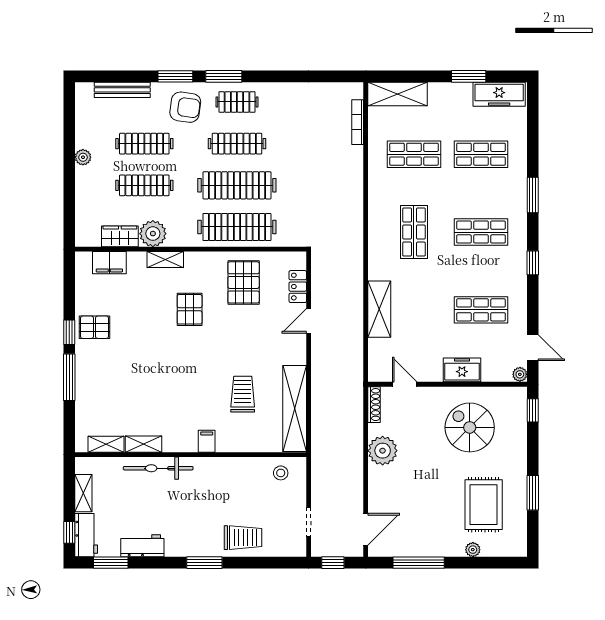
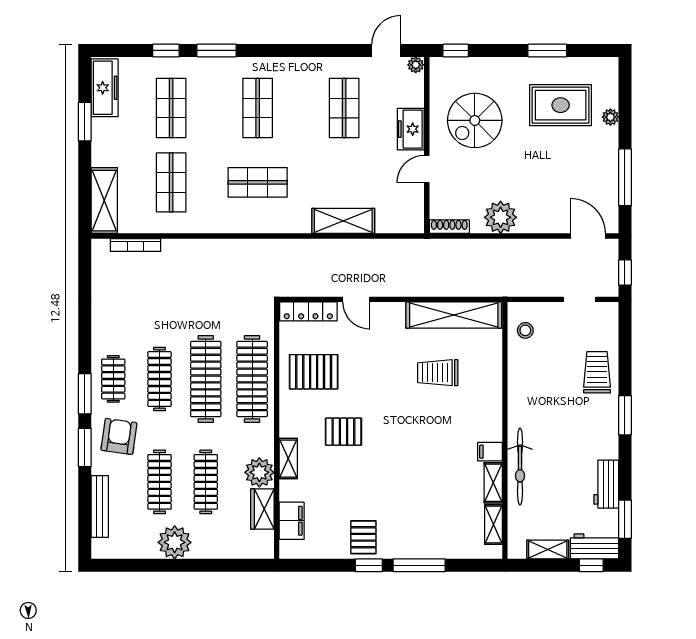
plant: (83, 157) -> (175, 542), width x1.88, depth x1.88
window: (533, 263) -> (166, 50), moved
locker: (298, 287) -> (308, 311), width x1.53
door: (405, 384) -> (427, 169), moved
filing cabinet: (207, 441) -> (490, 452), moved

